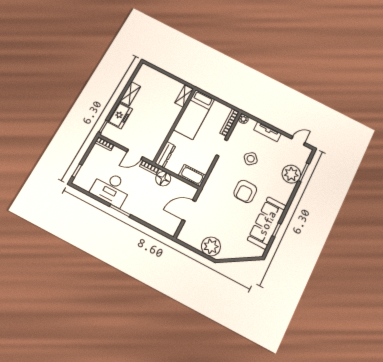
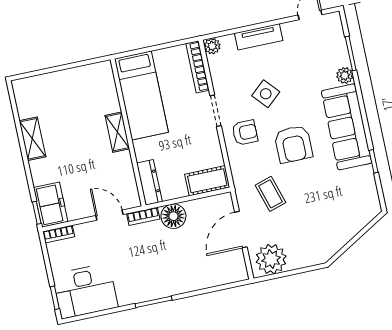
shelving: (184, 96) -> (117, 132), moved
freezer: (120, 115) -> (51, 205), moved
door: (135, 154) -> (109, 215), swing flipped
armchair: (227, 168) -> (245, 133), added
plant: (291, 174) -> (345, 75), width x0.53, depth x0.53
desk: (111, 189) -> (85, 291), moved
coffee table: (216, 205) -> (270, 194), added
sofa: (267, 223) -> (347, 127), moved
plant: (211, 246) -> (271, 259), moved

